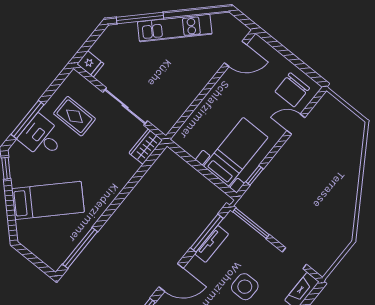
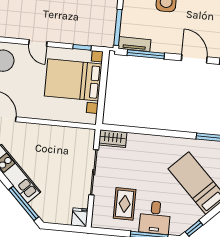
door: (296, 124) -> (38, 43), moved
bed with nightstands: (236, 152) -> (73, 80), width x1.36
tv unit: (212, 244) -> (134, 44), moved

